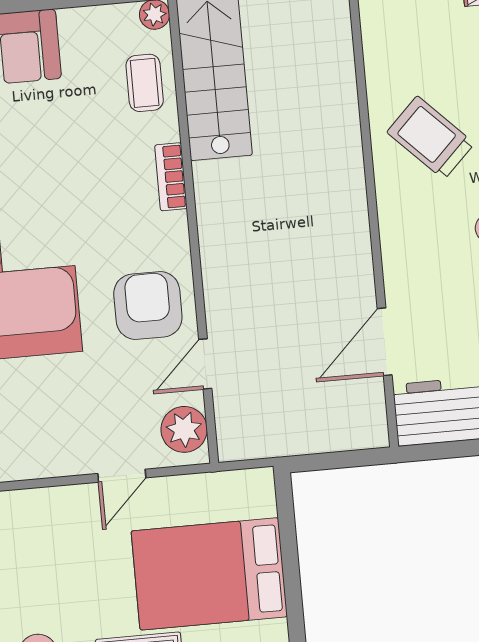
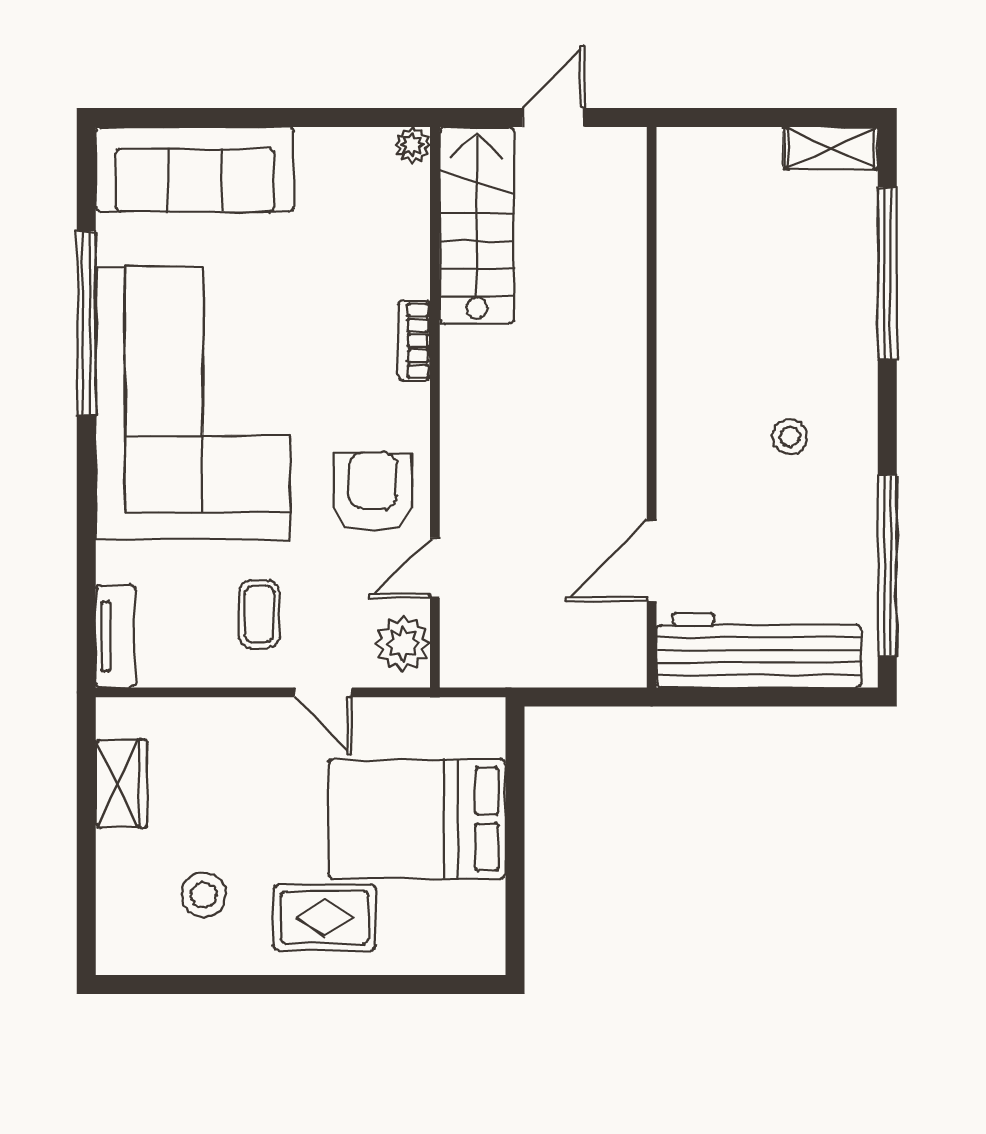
coffee table: (145, 83) -> (259, 614), moved
trolley: (431, 138) -> (729, 322), removed
door: (122, 476) -> (323, 692), hinge flipped

